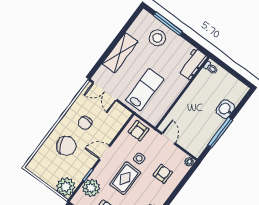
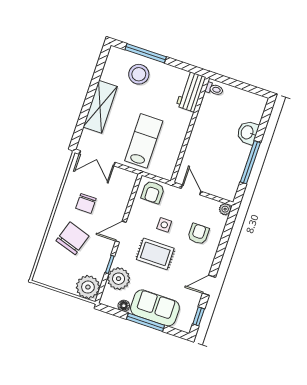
chair: (66, 146) -> (73, 238), turned -48
rug: (125, 178) -> (155, 254), turned 90

